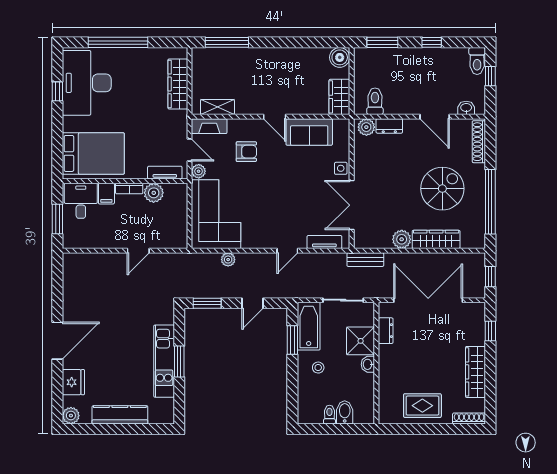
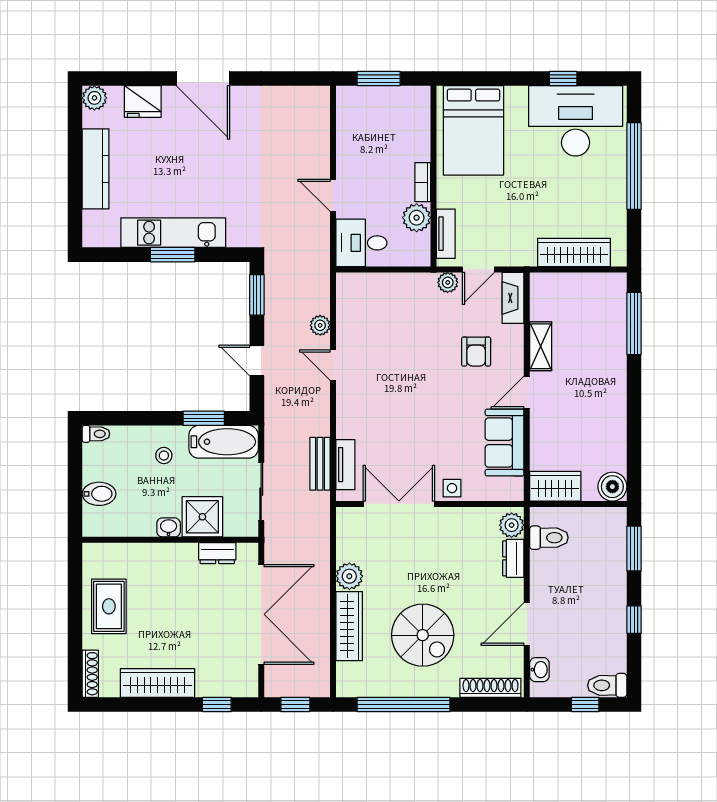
shelving: (217, 107) -> (541, 346), moved
filing cabinet: (106, 194) -> (415, 149), removed
desk: (81, 201) -> (361, 243), moved, turned 180
corner sofa: (216, 214) -> (386, 308), removed
door: (287, 251) -> (333, 365), moved
bench: (365, 260) -> (320, 464), moved
toilet: (329, 415) -> (96, 434), moved

